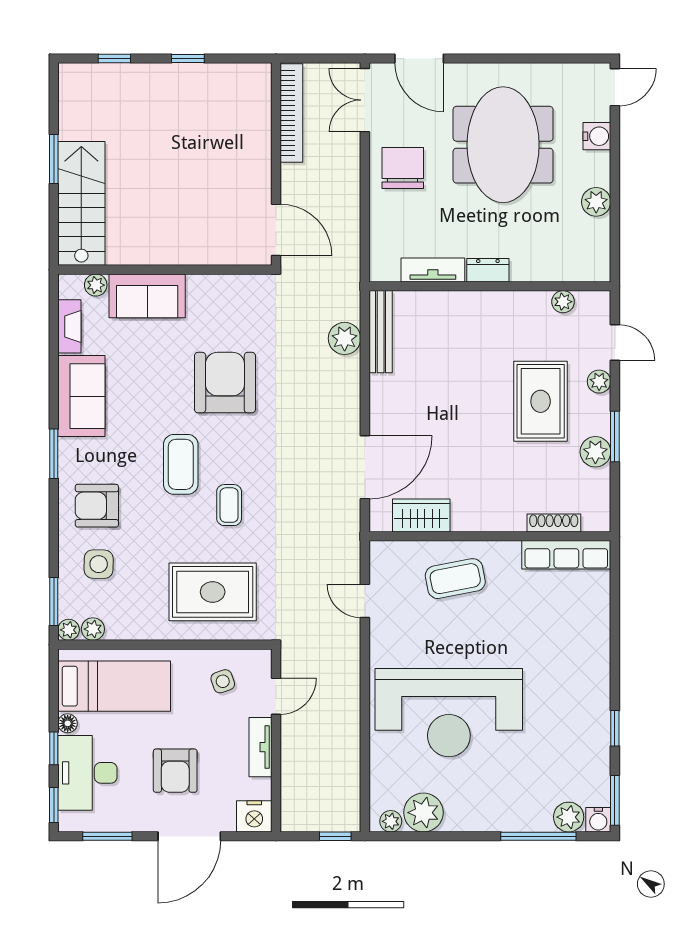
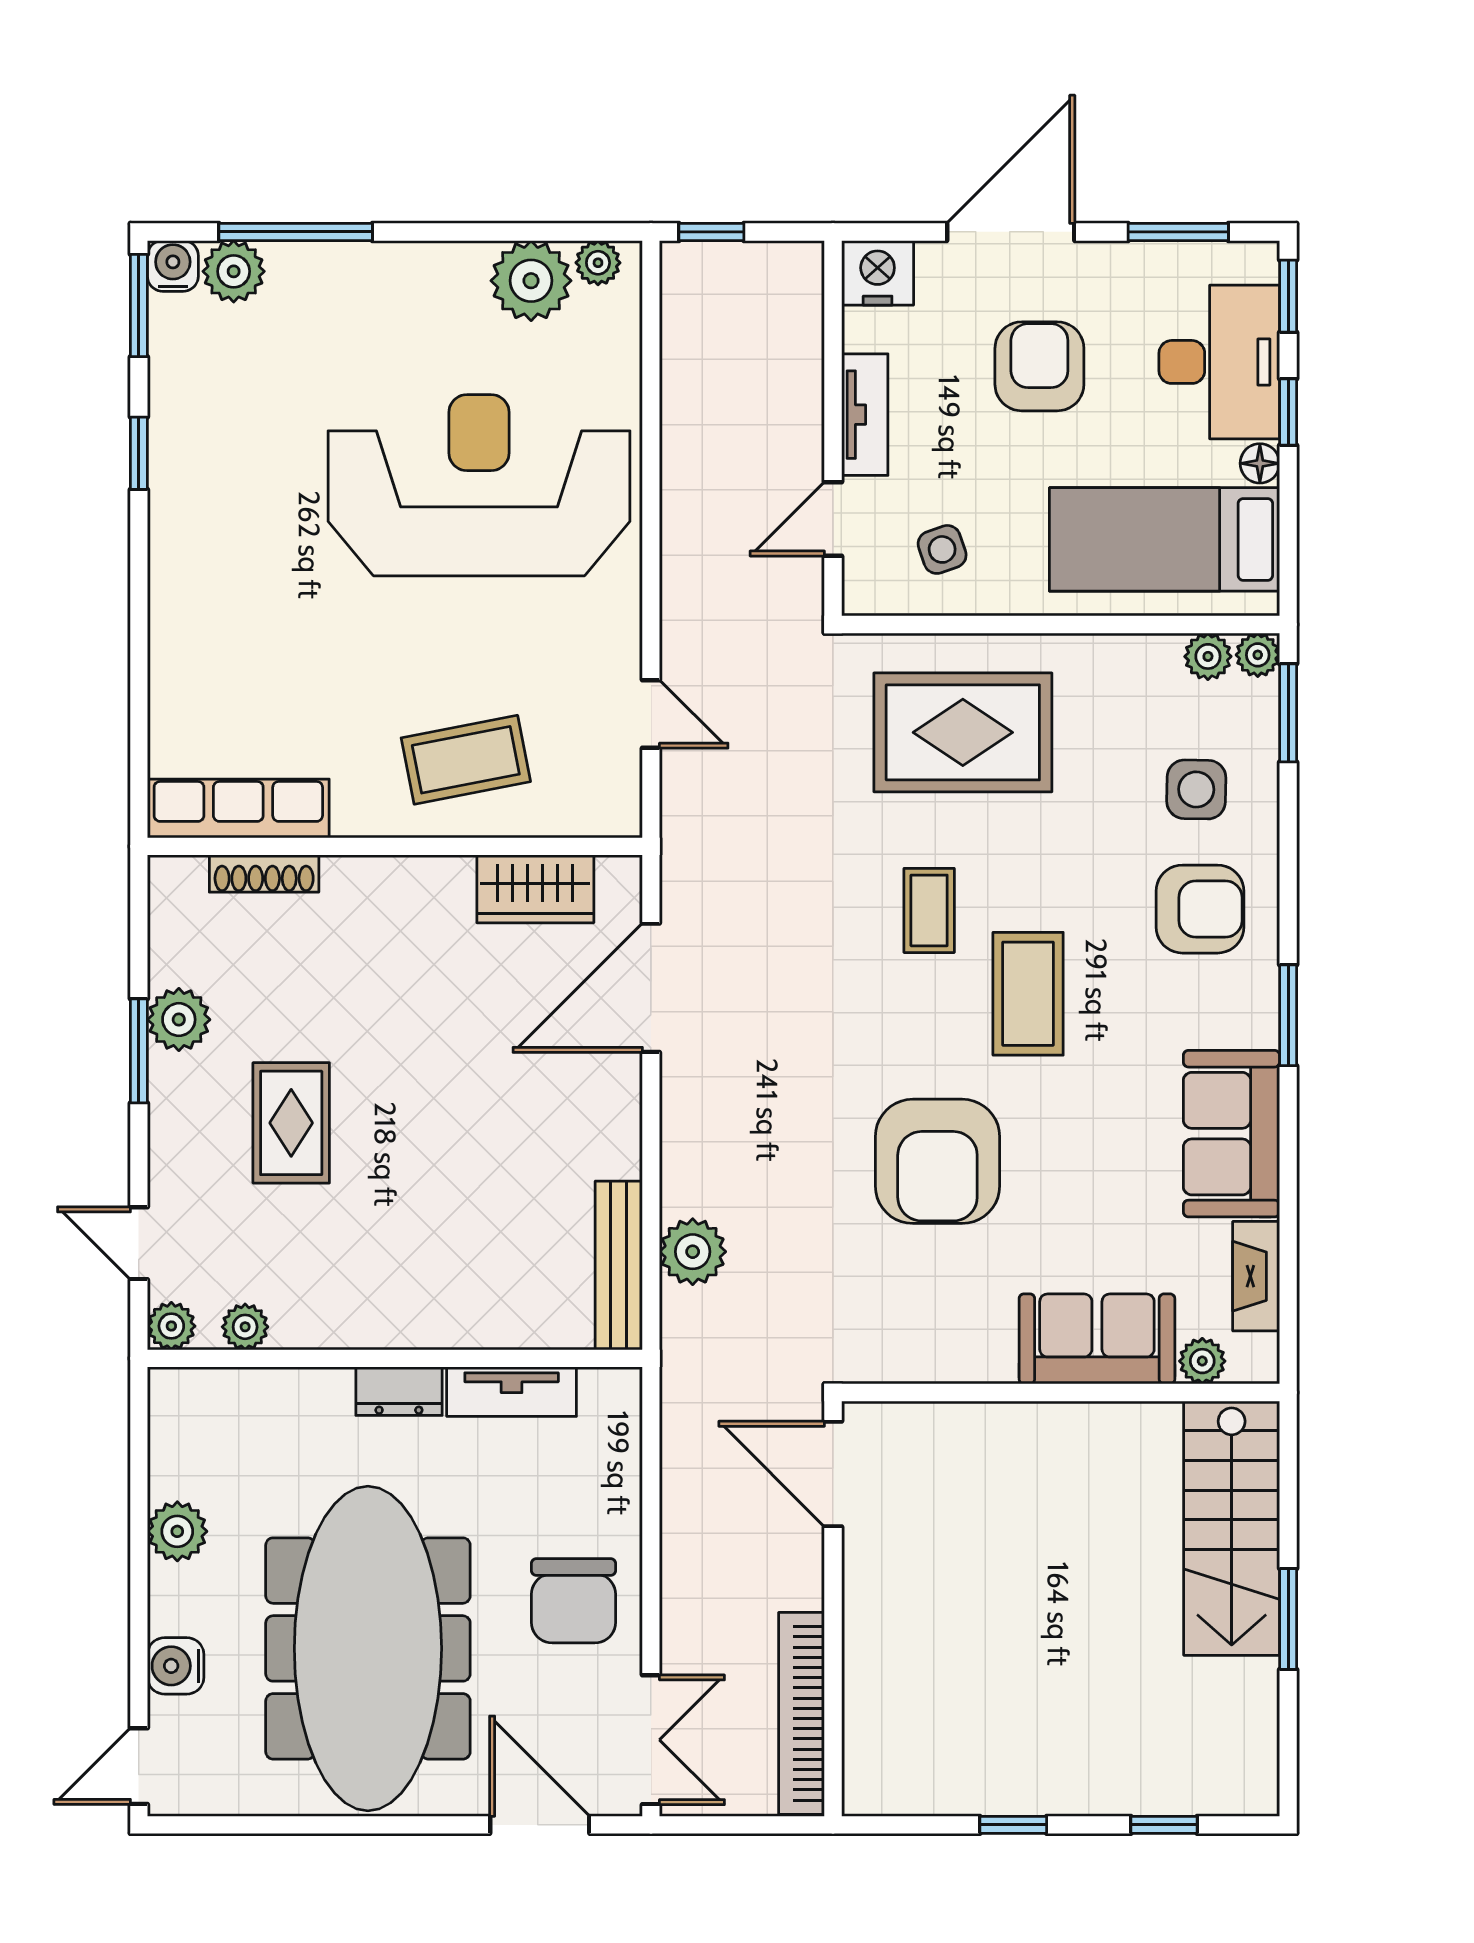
meeting table: (503, 145) -> (368, 1648), width x1.36
plant: (599, 382) -> (171, 1326), moved
rug: (541, 401) -> (291, 1123), width x0.73, depth x0.70

